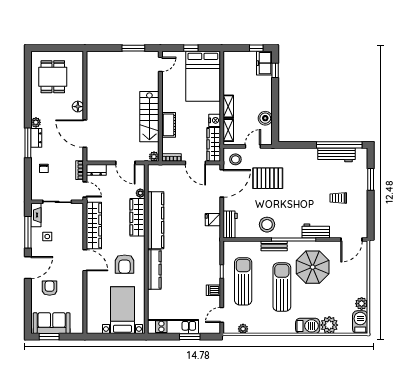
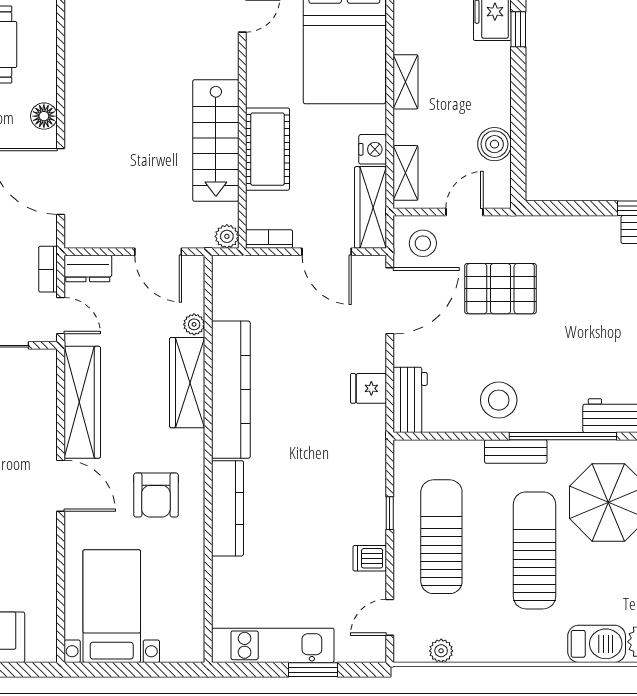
shelving: (228, 106) -> (405, 82), moved
cot: (169, 125) -> (268, 149), width x1.37, depth x1.34
bed with nightstands: (122, 310) -> (112, 606), moved

